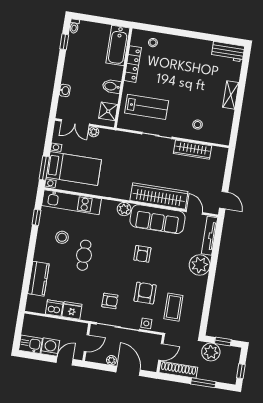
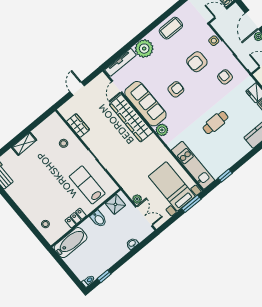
locker: (133, 64) -> (76, 218), width x0.66
wardrobe: (193, 150) -> (78, 125), width x0.67
door: (224, 200) -> (77, 89), moved
stool: (62, 237) -> (220, 147), removed
coffee table: (173, 307) -> (171, 28), moved

